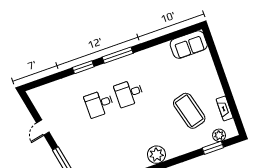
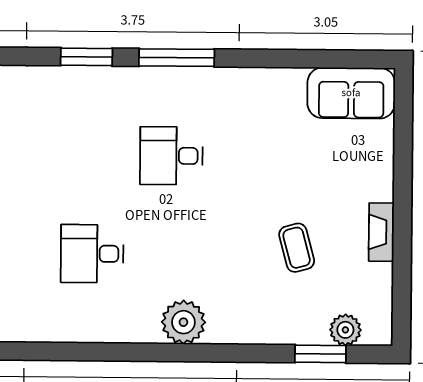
desk: (99, 104) -> (92, 254), moved
fireplace: (225, 108) -> (381, 232), moved
coffee table: (189, 111) -> (297, 248), width x0.54, depth x0.58

